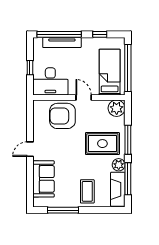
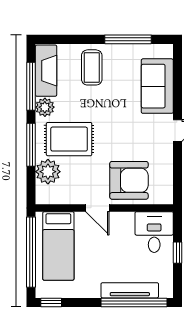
window: (100, 34) -> (51, 302), moved
desk: (50, 81) -> (154, 232), width x0.73
plant: (117, 108) -> (48, 172), moved

